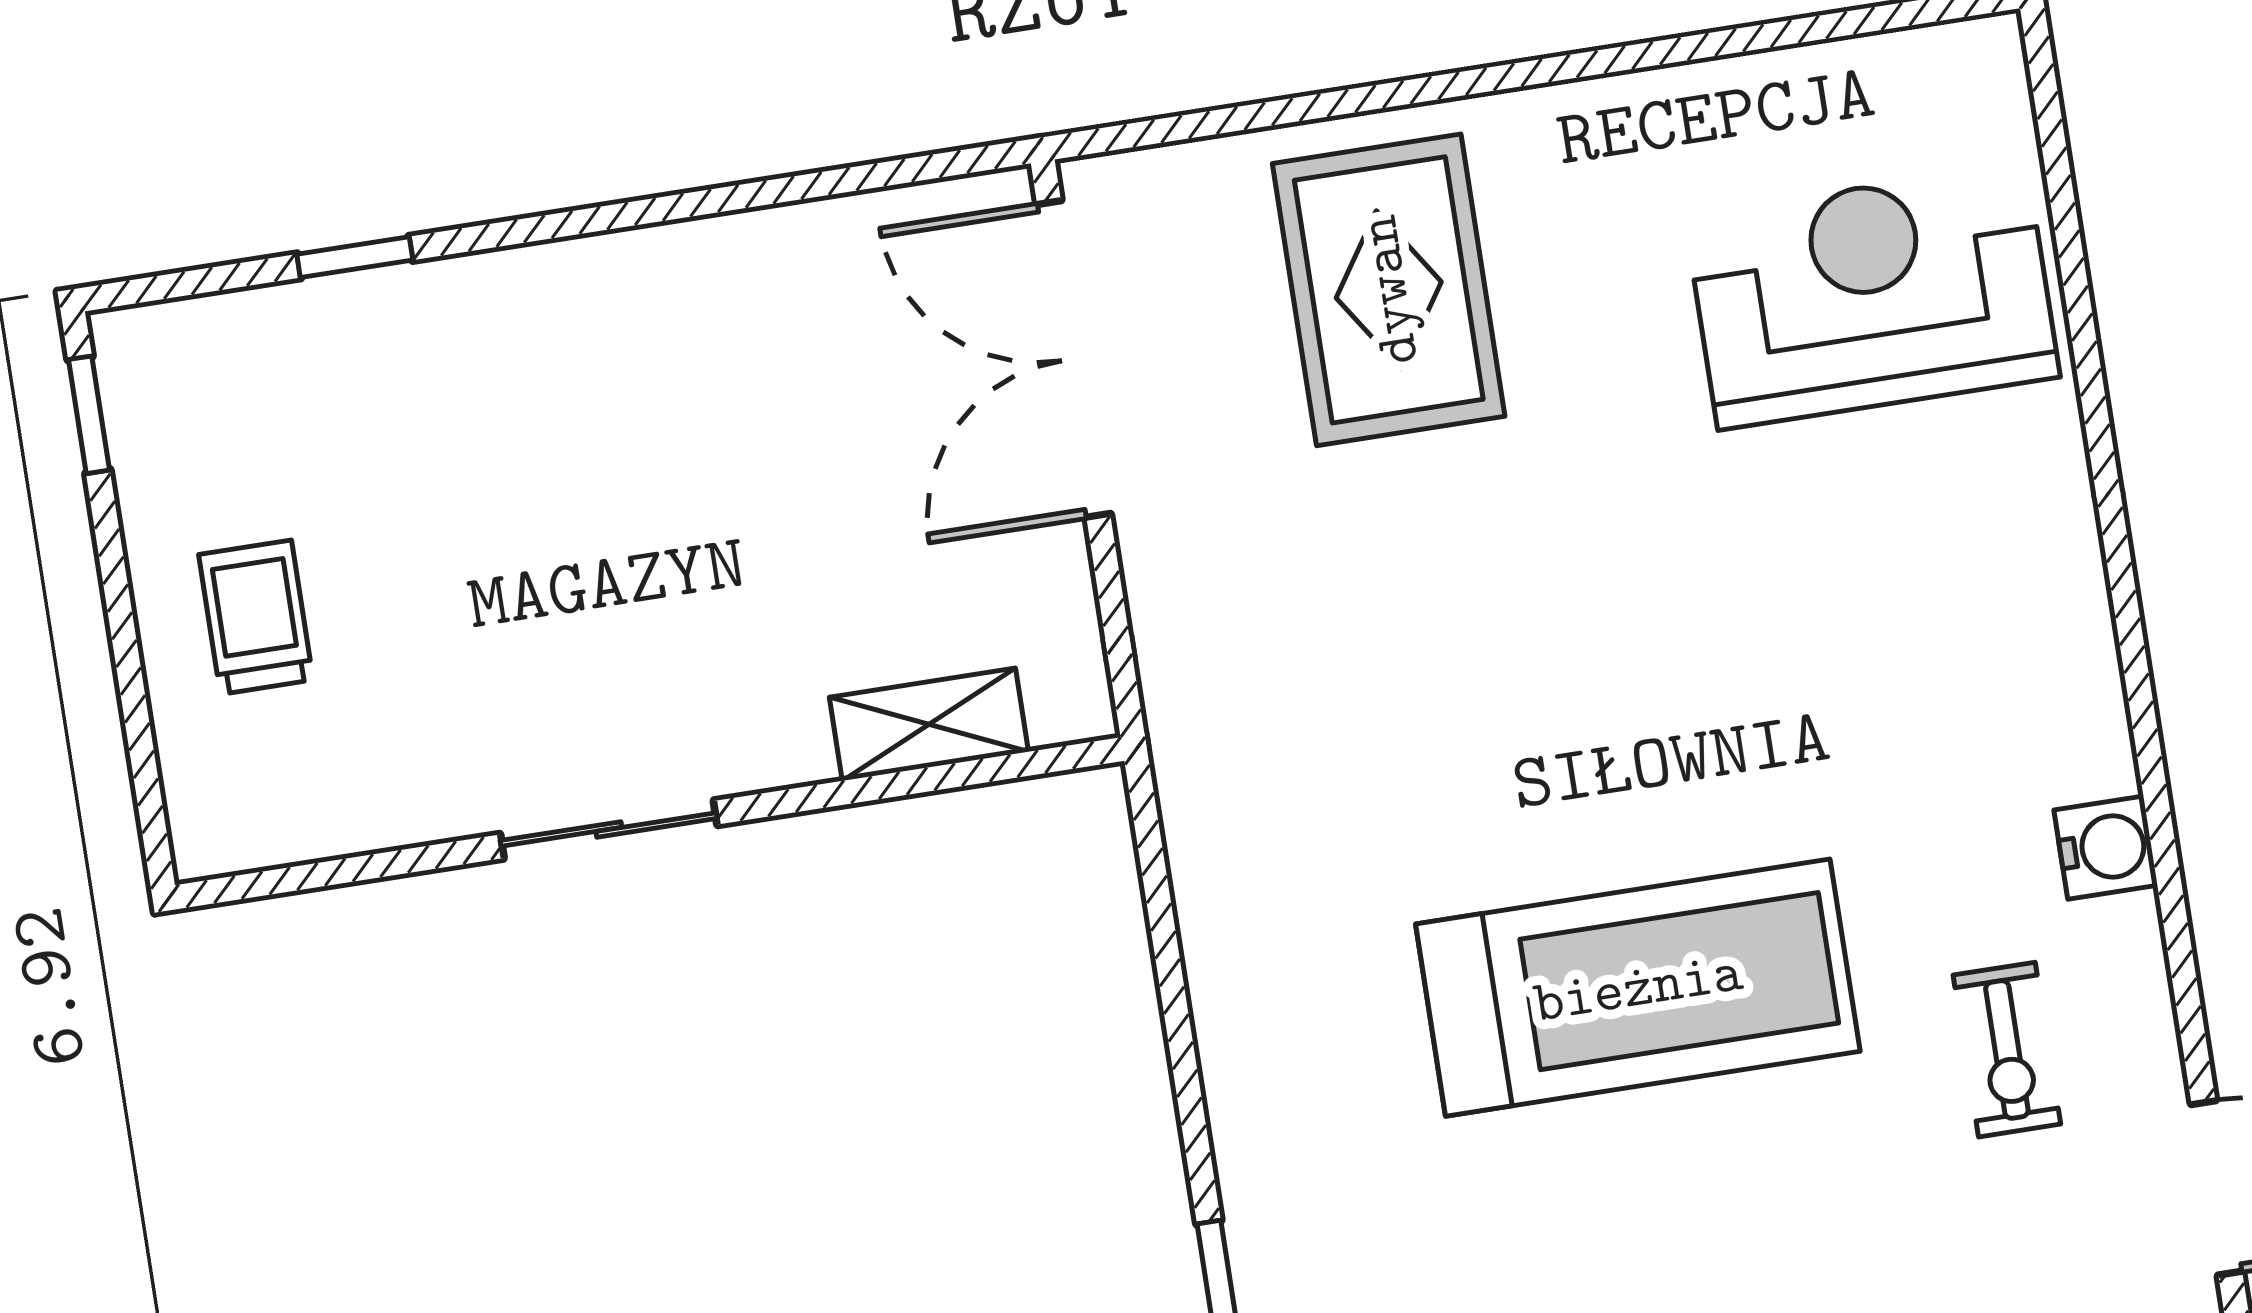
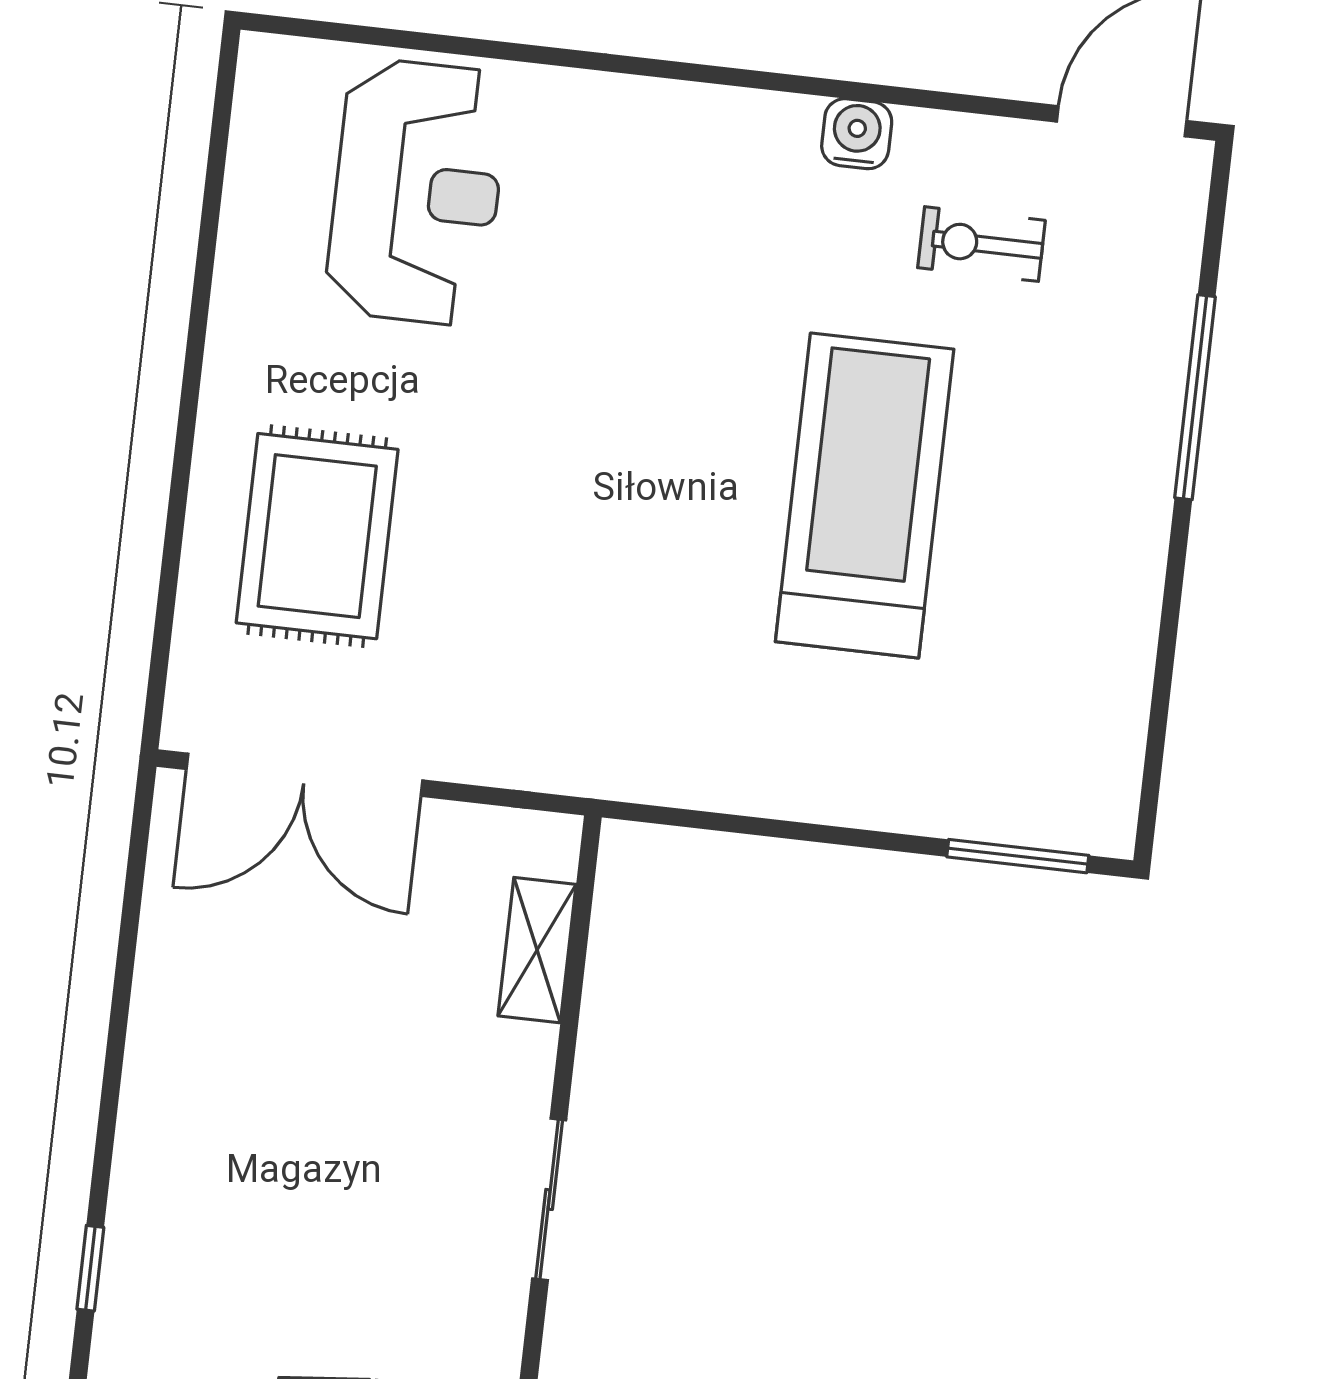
rug: (1389, 290) -> (317, 536), turned 90
reception desk: (1872, 296) -> (417, 192), turned 180
exercise bike: (2007, 1050) -> (981, 244), turned 180

